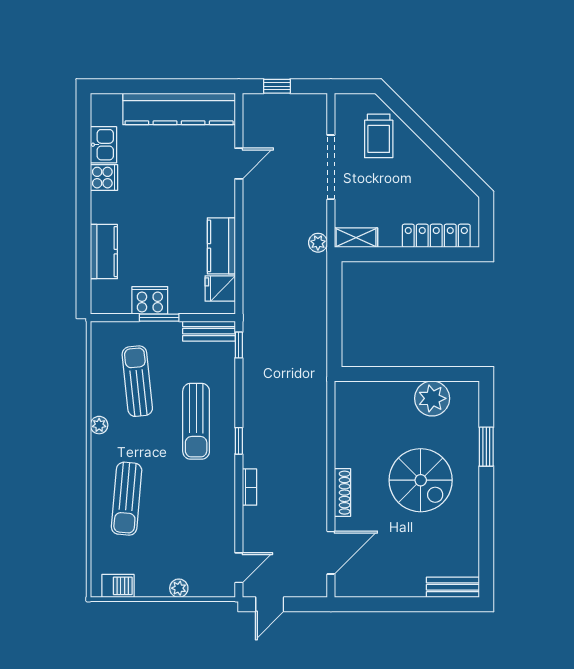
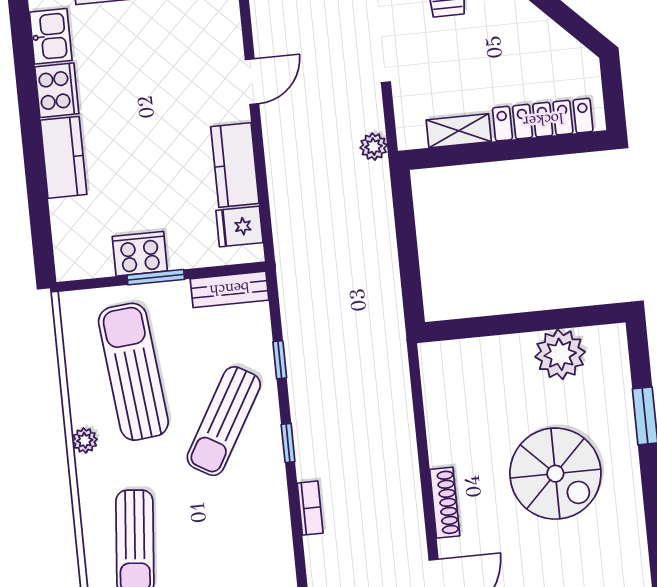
door: (239, 164) -> (252, 82), moved
cooker: (104, 178) -> (57, 90), width x1.36
shelving: (356, 238) -> (459, 131), moved
kitchen counter: (104, 252) -> (63, 157), moved
window: (239, 345) -> (280, 360), moved
sun lounger: (137, 381) -> (133, 372), width x1.36, depth x1.34
sun lounger: (196, 421) -> (224, 421), turned 30

